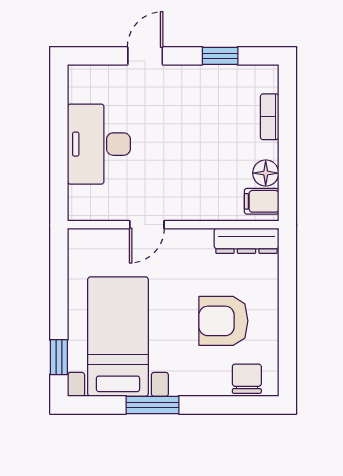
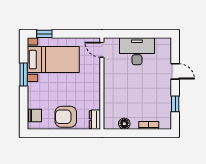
filing cabinet: (262, 201) -> (112, 122), removed
door: (147, 225) -> (102, 50), moved
dresser: (246, 241) -> (95, 120), width x0.70
armchair: (223, 321) -> (66, 117), moved, turned -90

